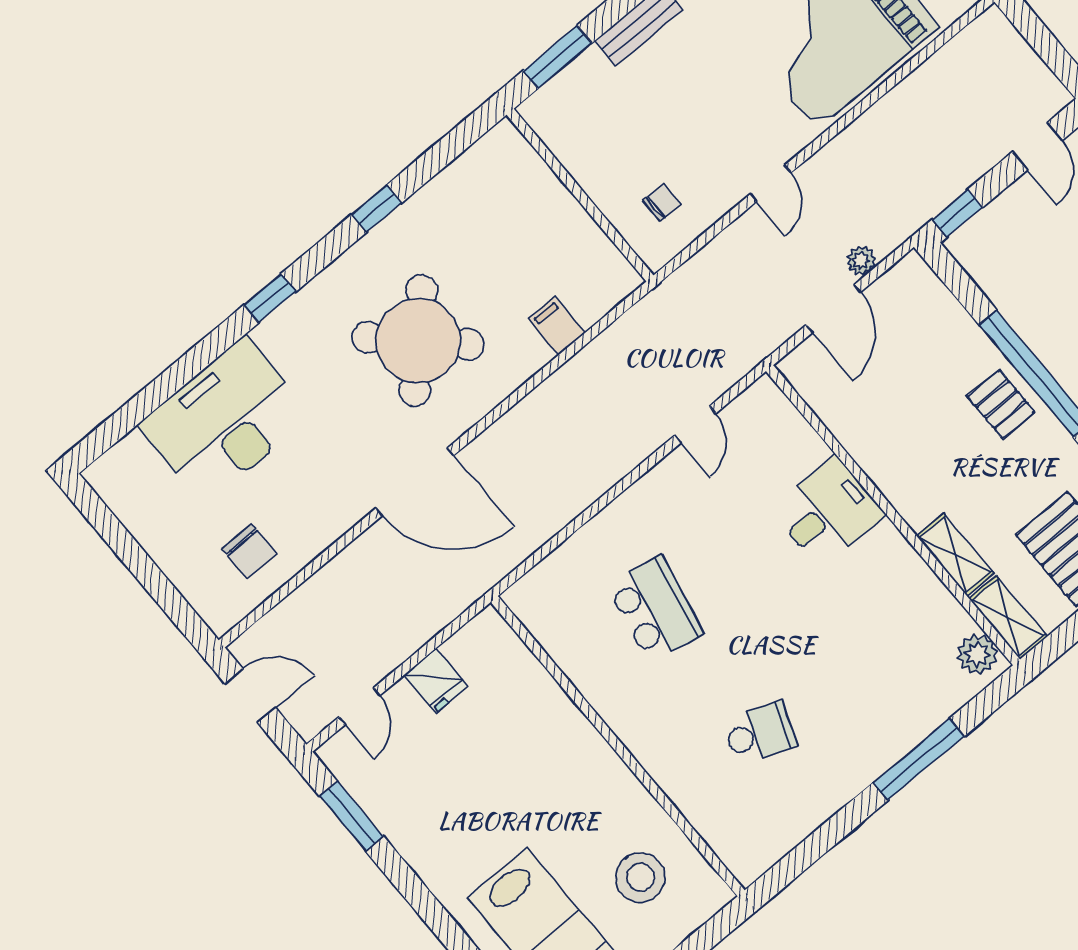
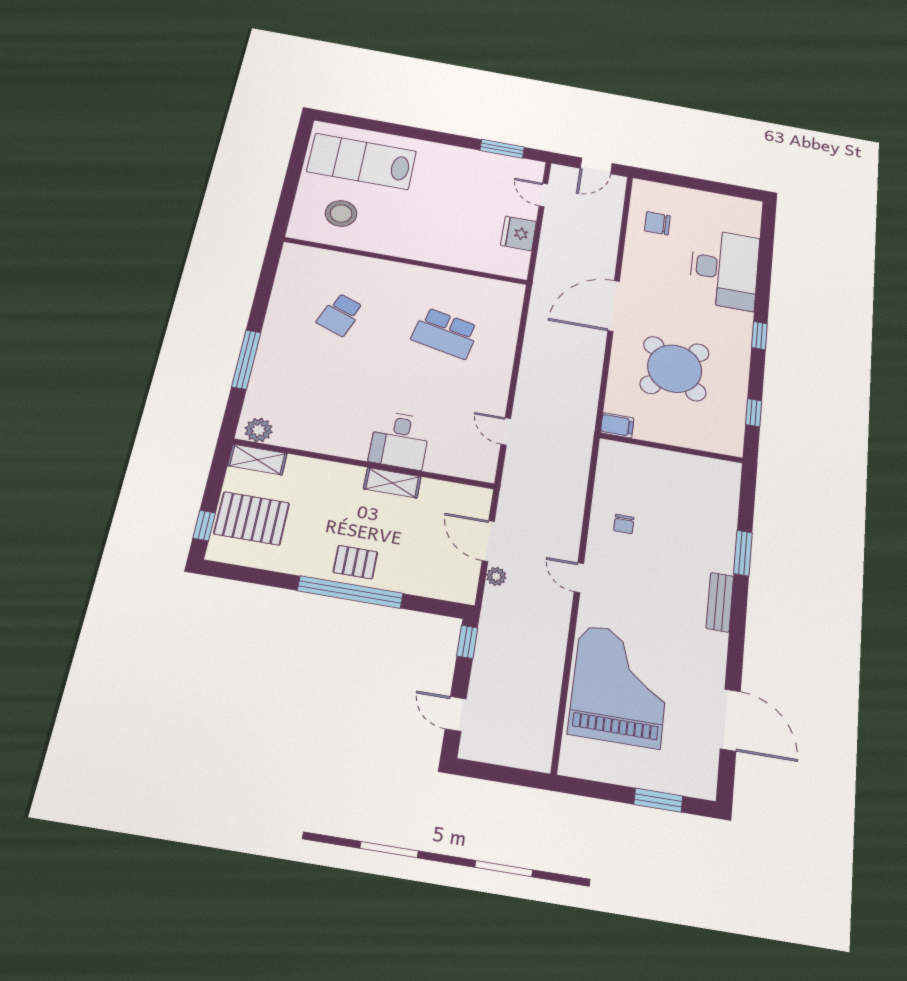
wall: (580, 195) -> (671, 448), moved
shelving: (955, 555) -> (392, 483), moved
fridge: (436, 681) -> (519, 233), width x1.38

